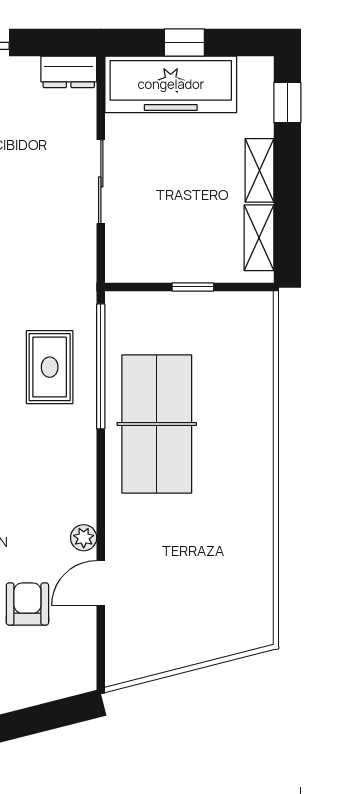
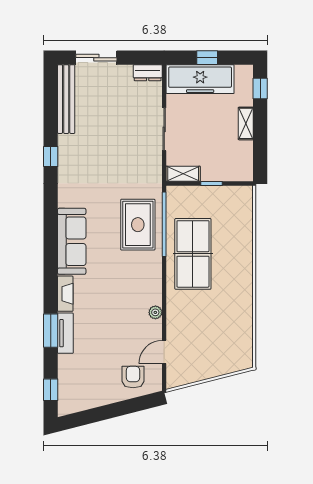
shelving: (259, 238) -> (183, 174), moved, turned 90
rug: (50, 367) -> (138, 225), width x1.36, depth x1.43
door: (101, 583) -> (164, 352), moved
armchair: (27, 604) -> (133, 377), moved

